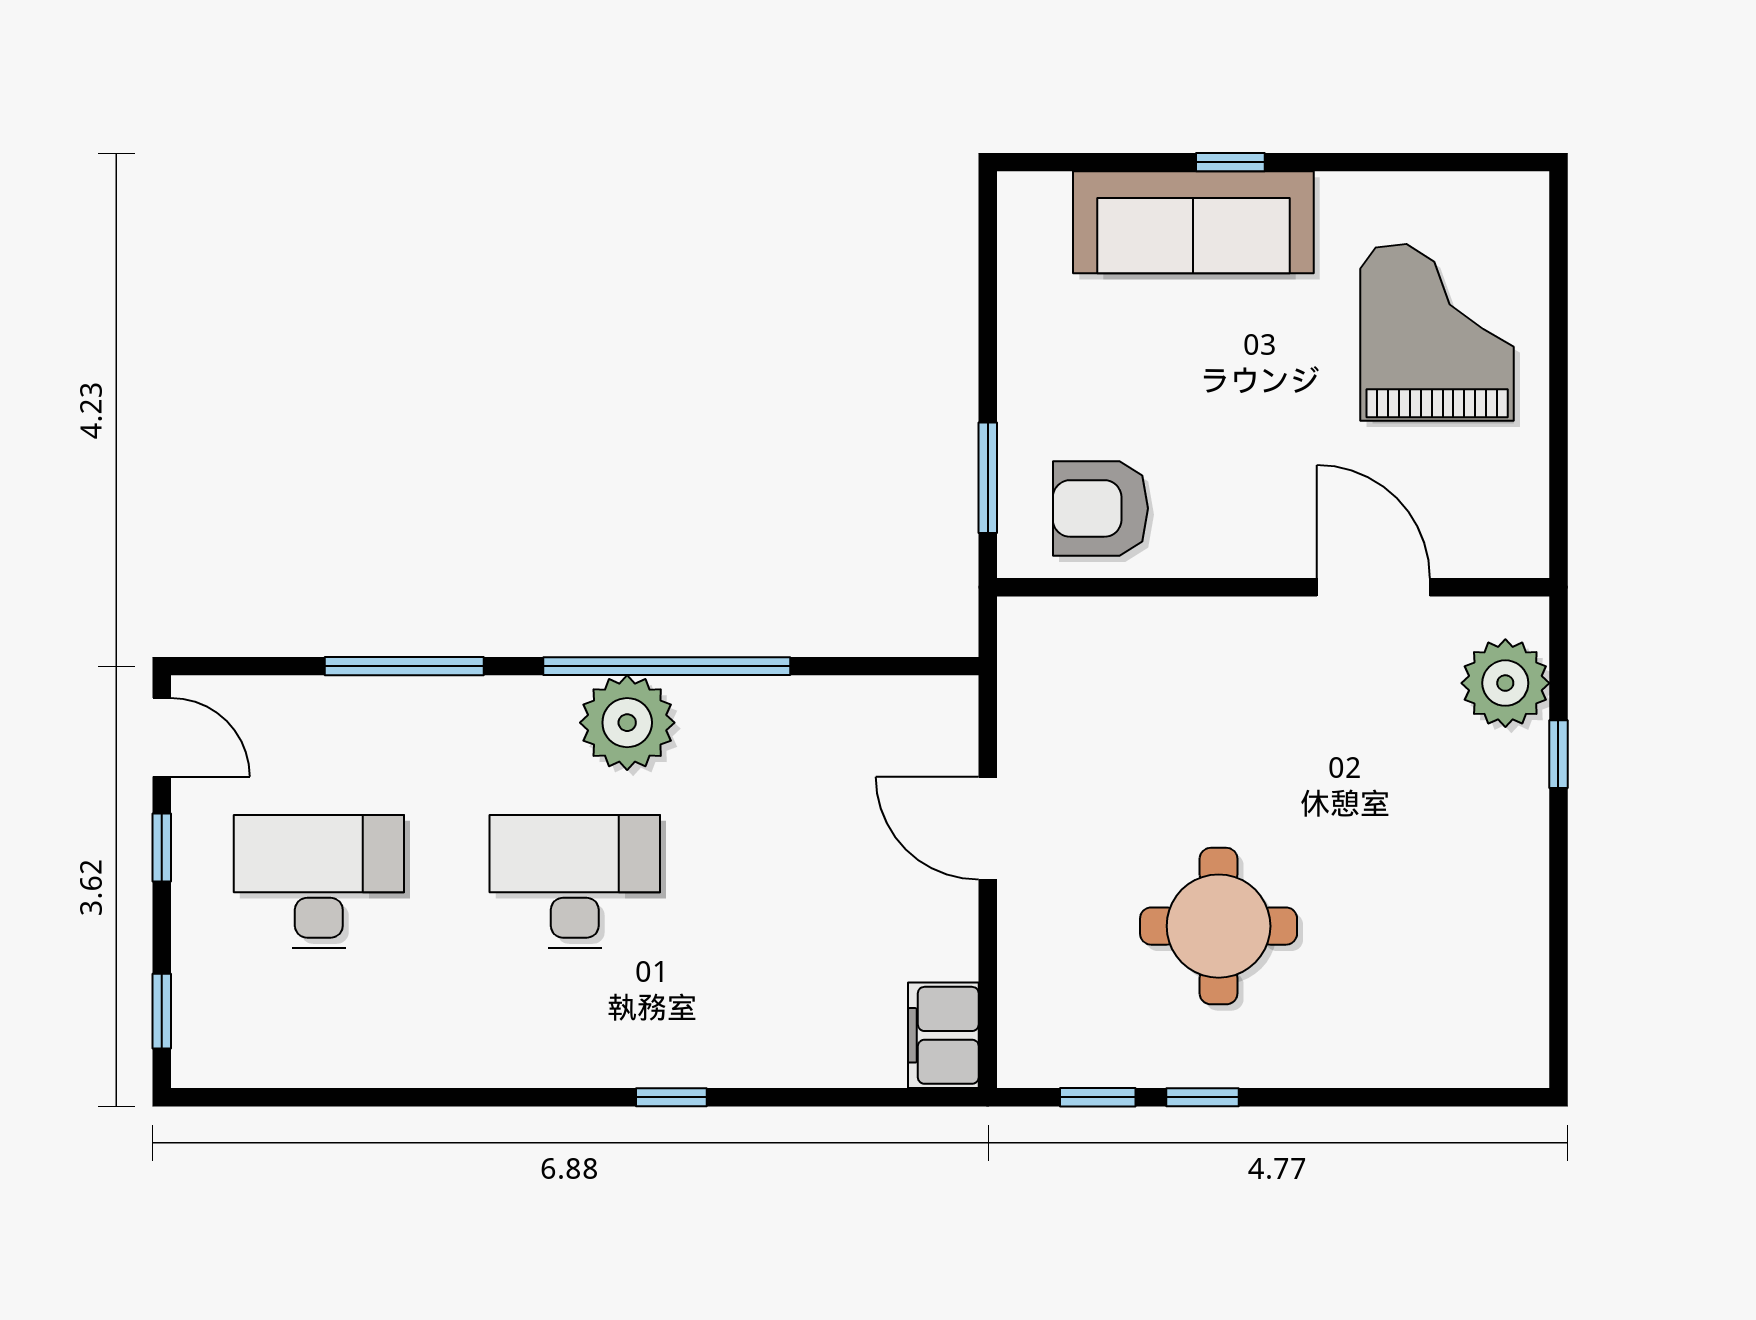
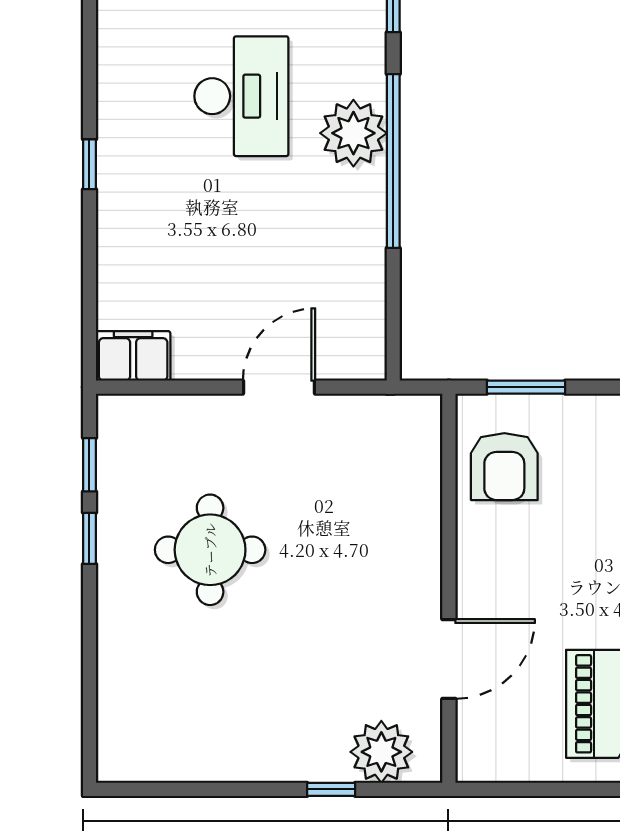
armchair: (1100, 508) -> (504, 467), turned 180

